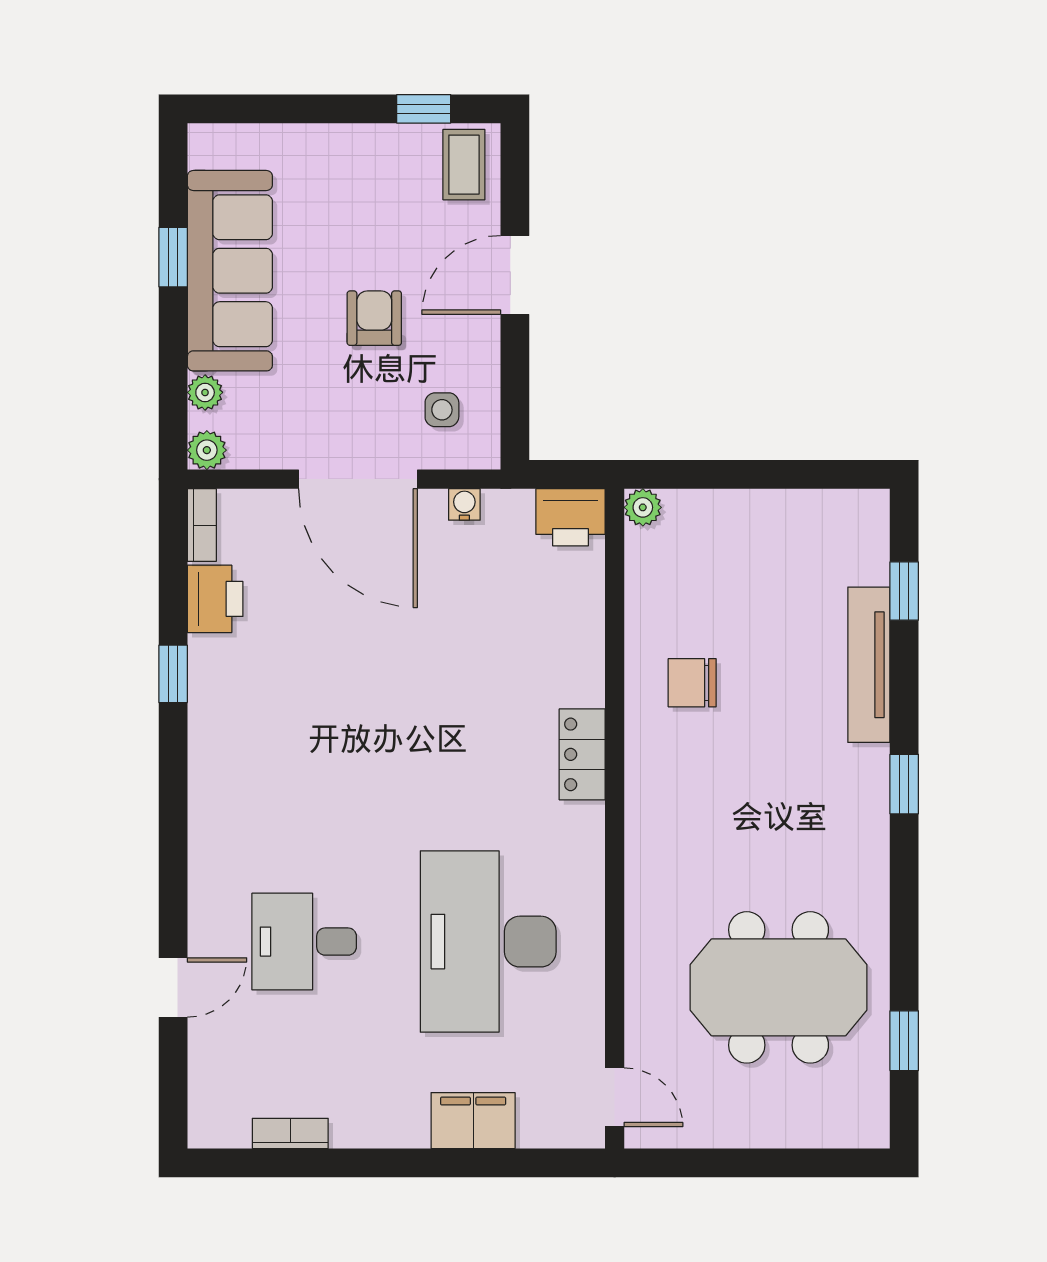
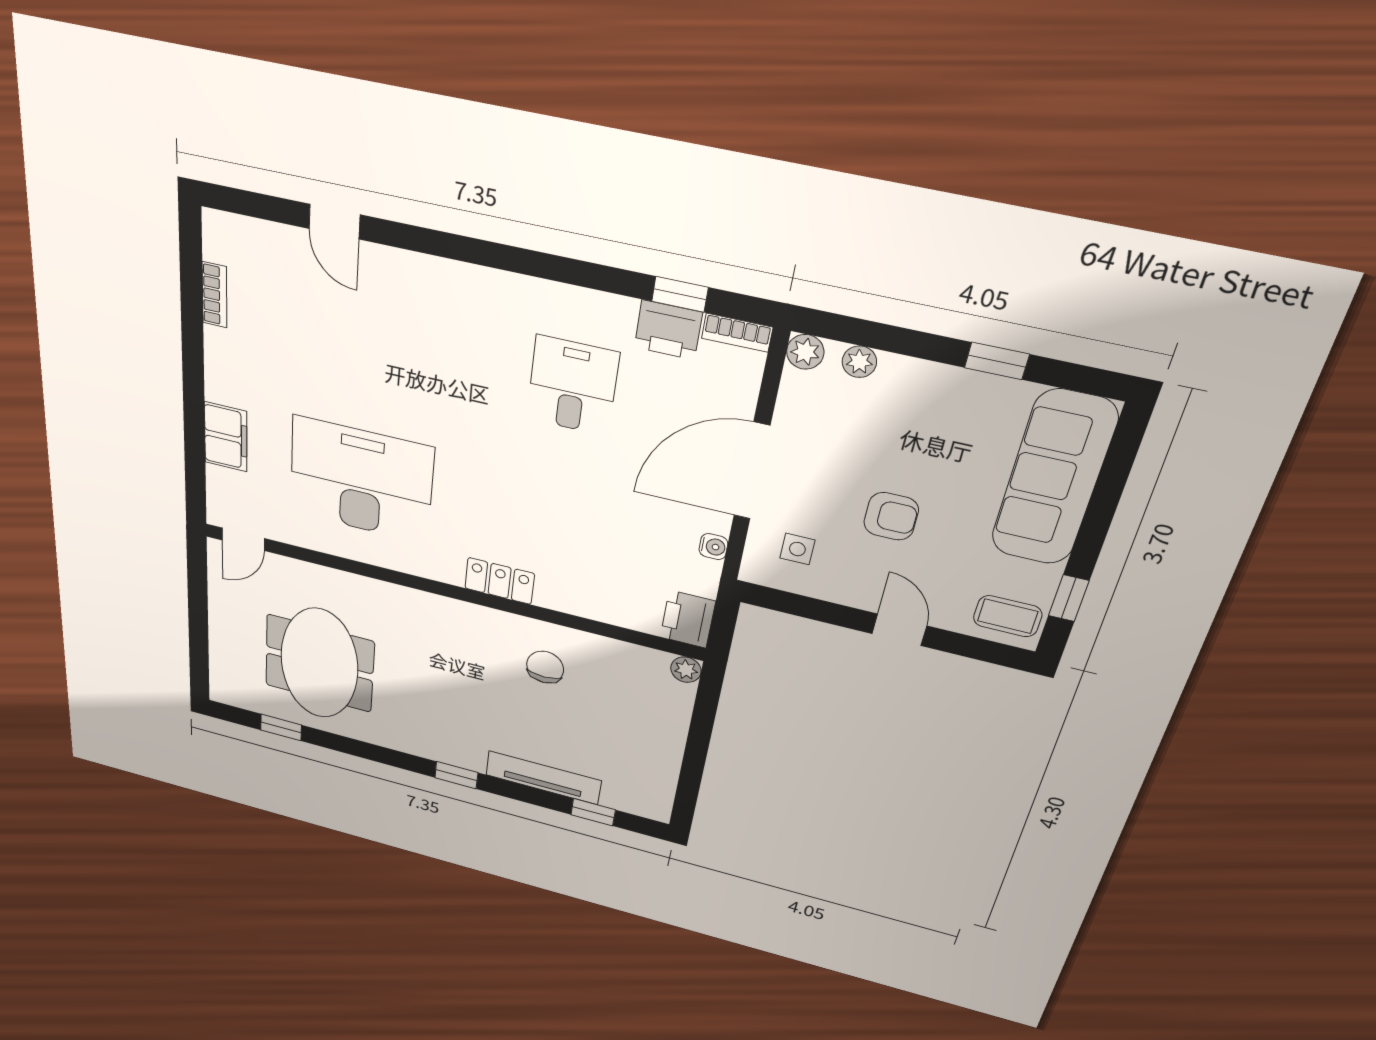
sofa: (230, 271) -> (1053, 478), moved, turned 90
door: (515, 275) -> (899, 630), width x0.73
window: (173, 674) -> (680, 294), moved
desk: (304, 942) -> (572, 386), moved

